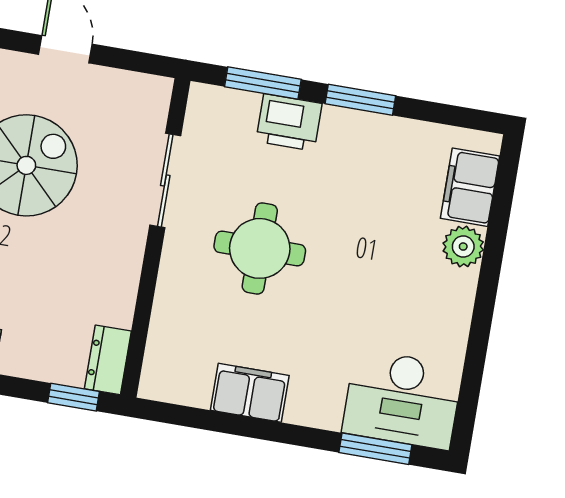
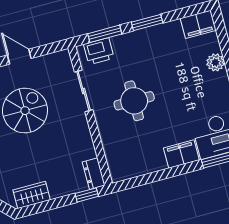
printer: (289, 122) -> (99, 51), moved
filing cabinet: (470, 187) -> (198, 24), moved, turned -90
filing cabinet: (250, 393) -> (181, 154), moved

